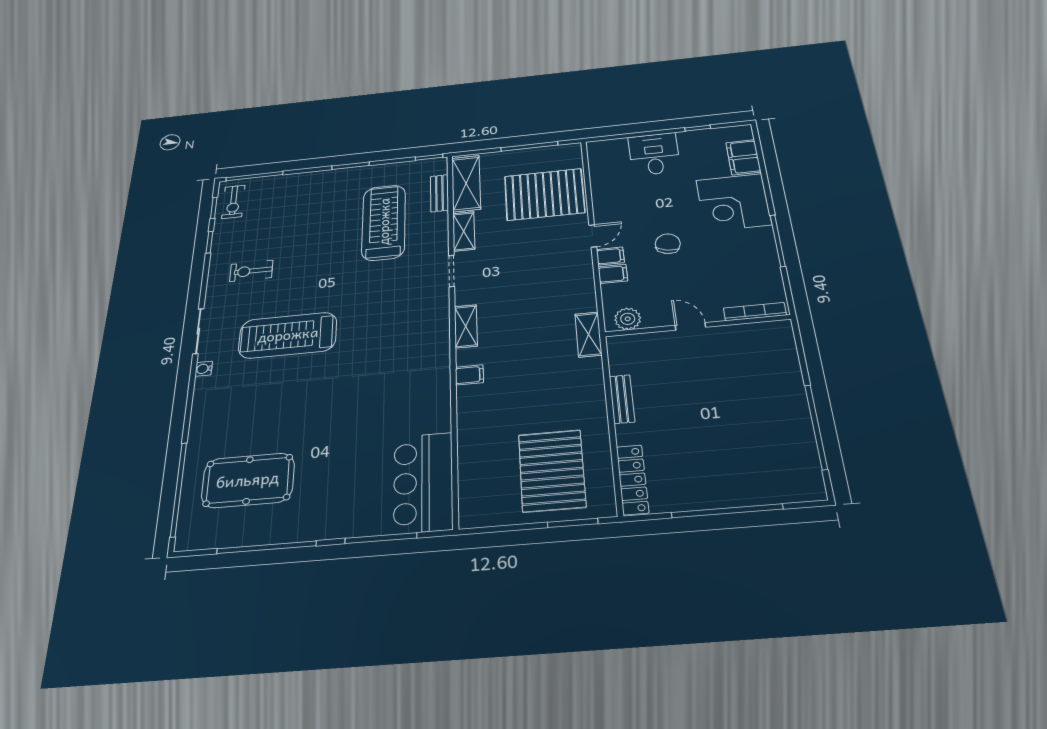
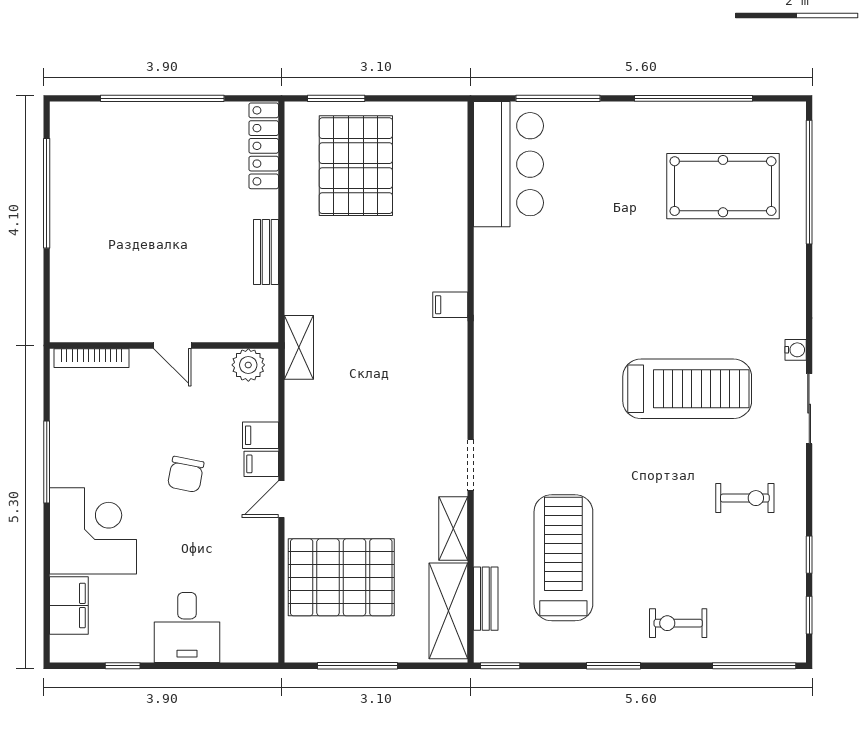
exercise bike: (233, 202) -> (678, 623), moved, turned -90
treadmill: (384, 222) -> (563, 558), turned 180
shelving: (466, 326) -> (453, 377), removed

